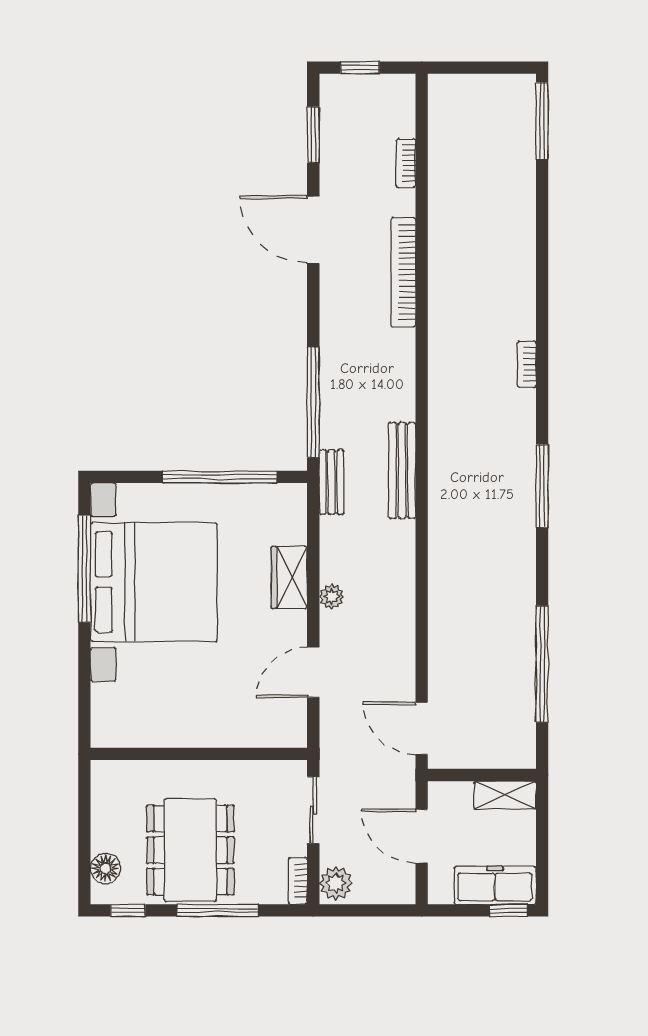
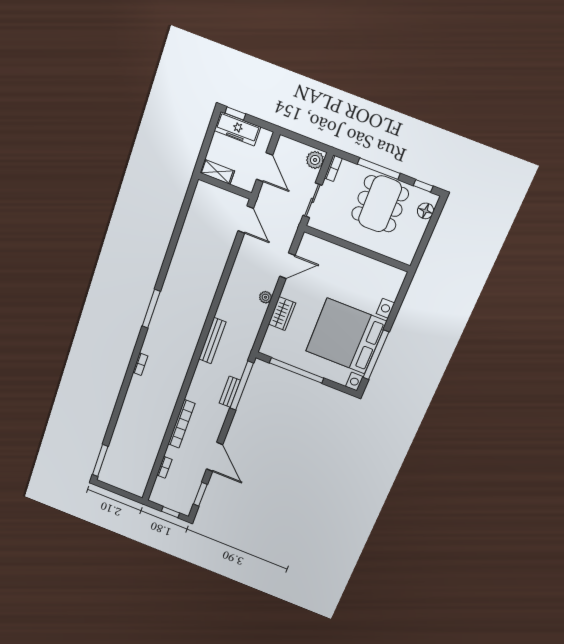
bench: (332, 482) -> (230, 392), moved
window: (542, 664) -> (178, 228), removed

